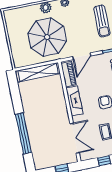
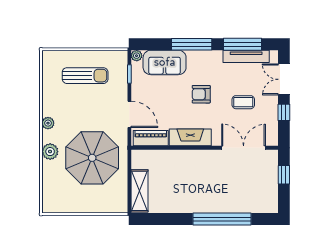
shelving: (38, 72) -> (140, 191), width x0.68

